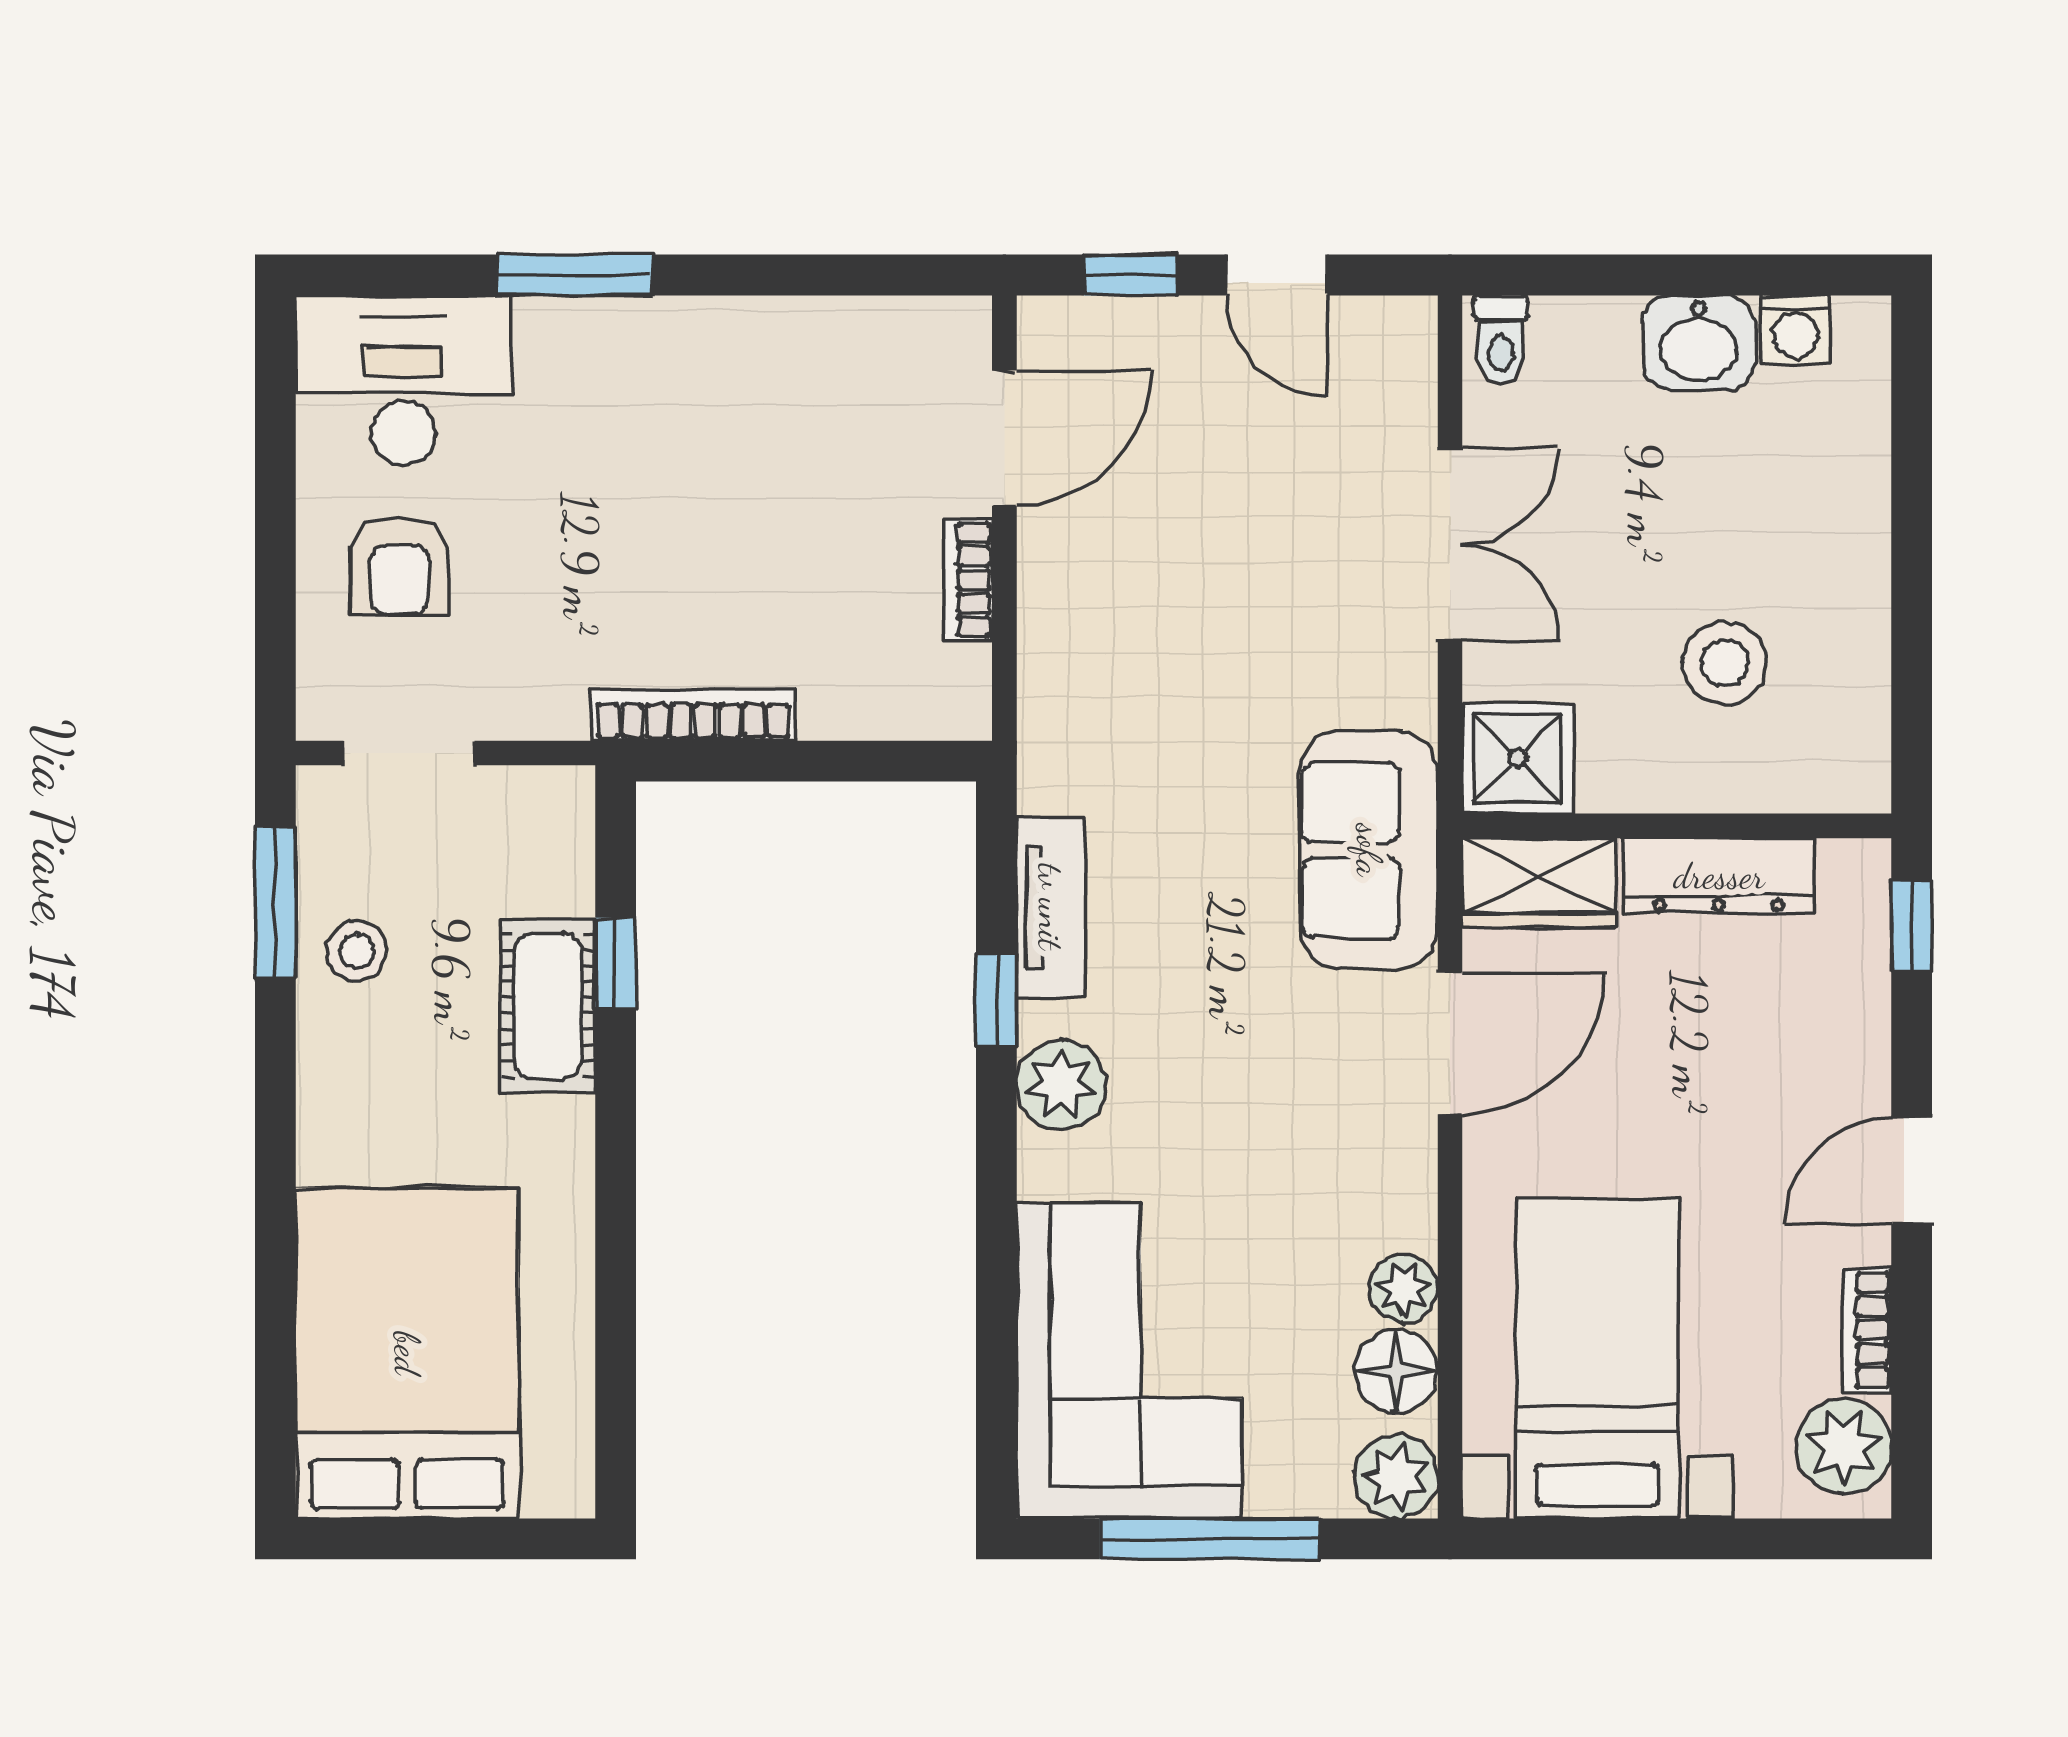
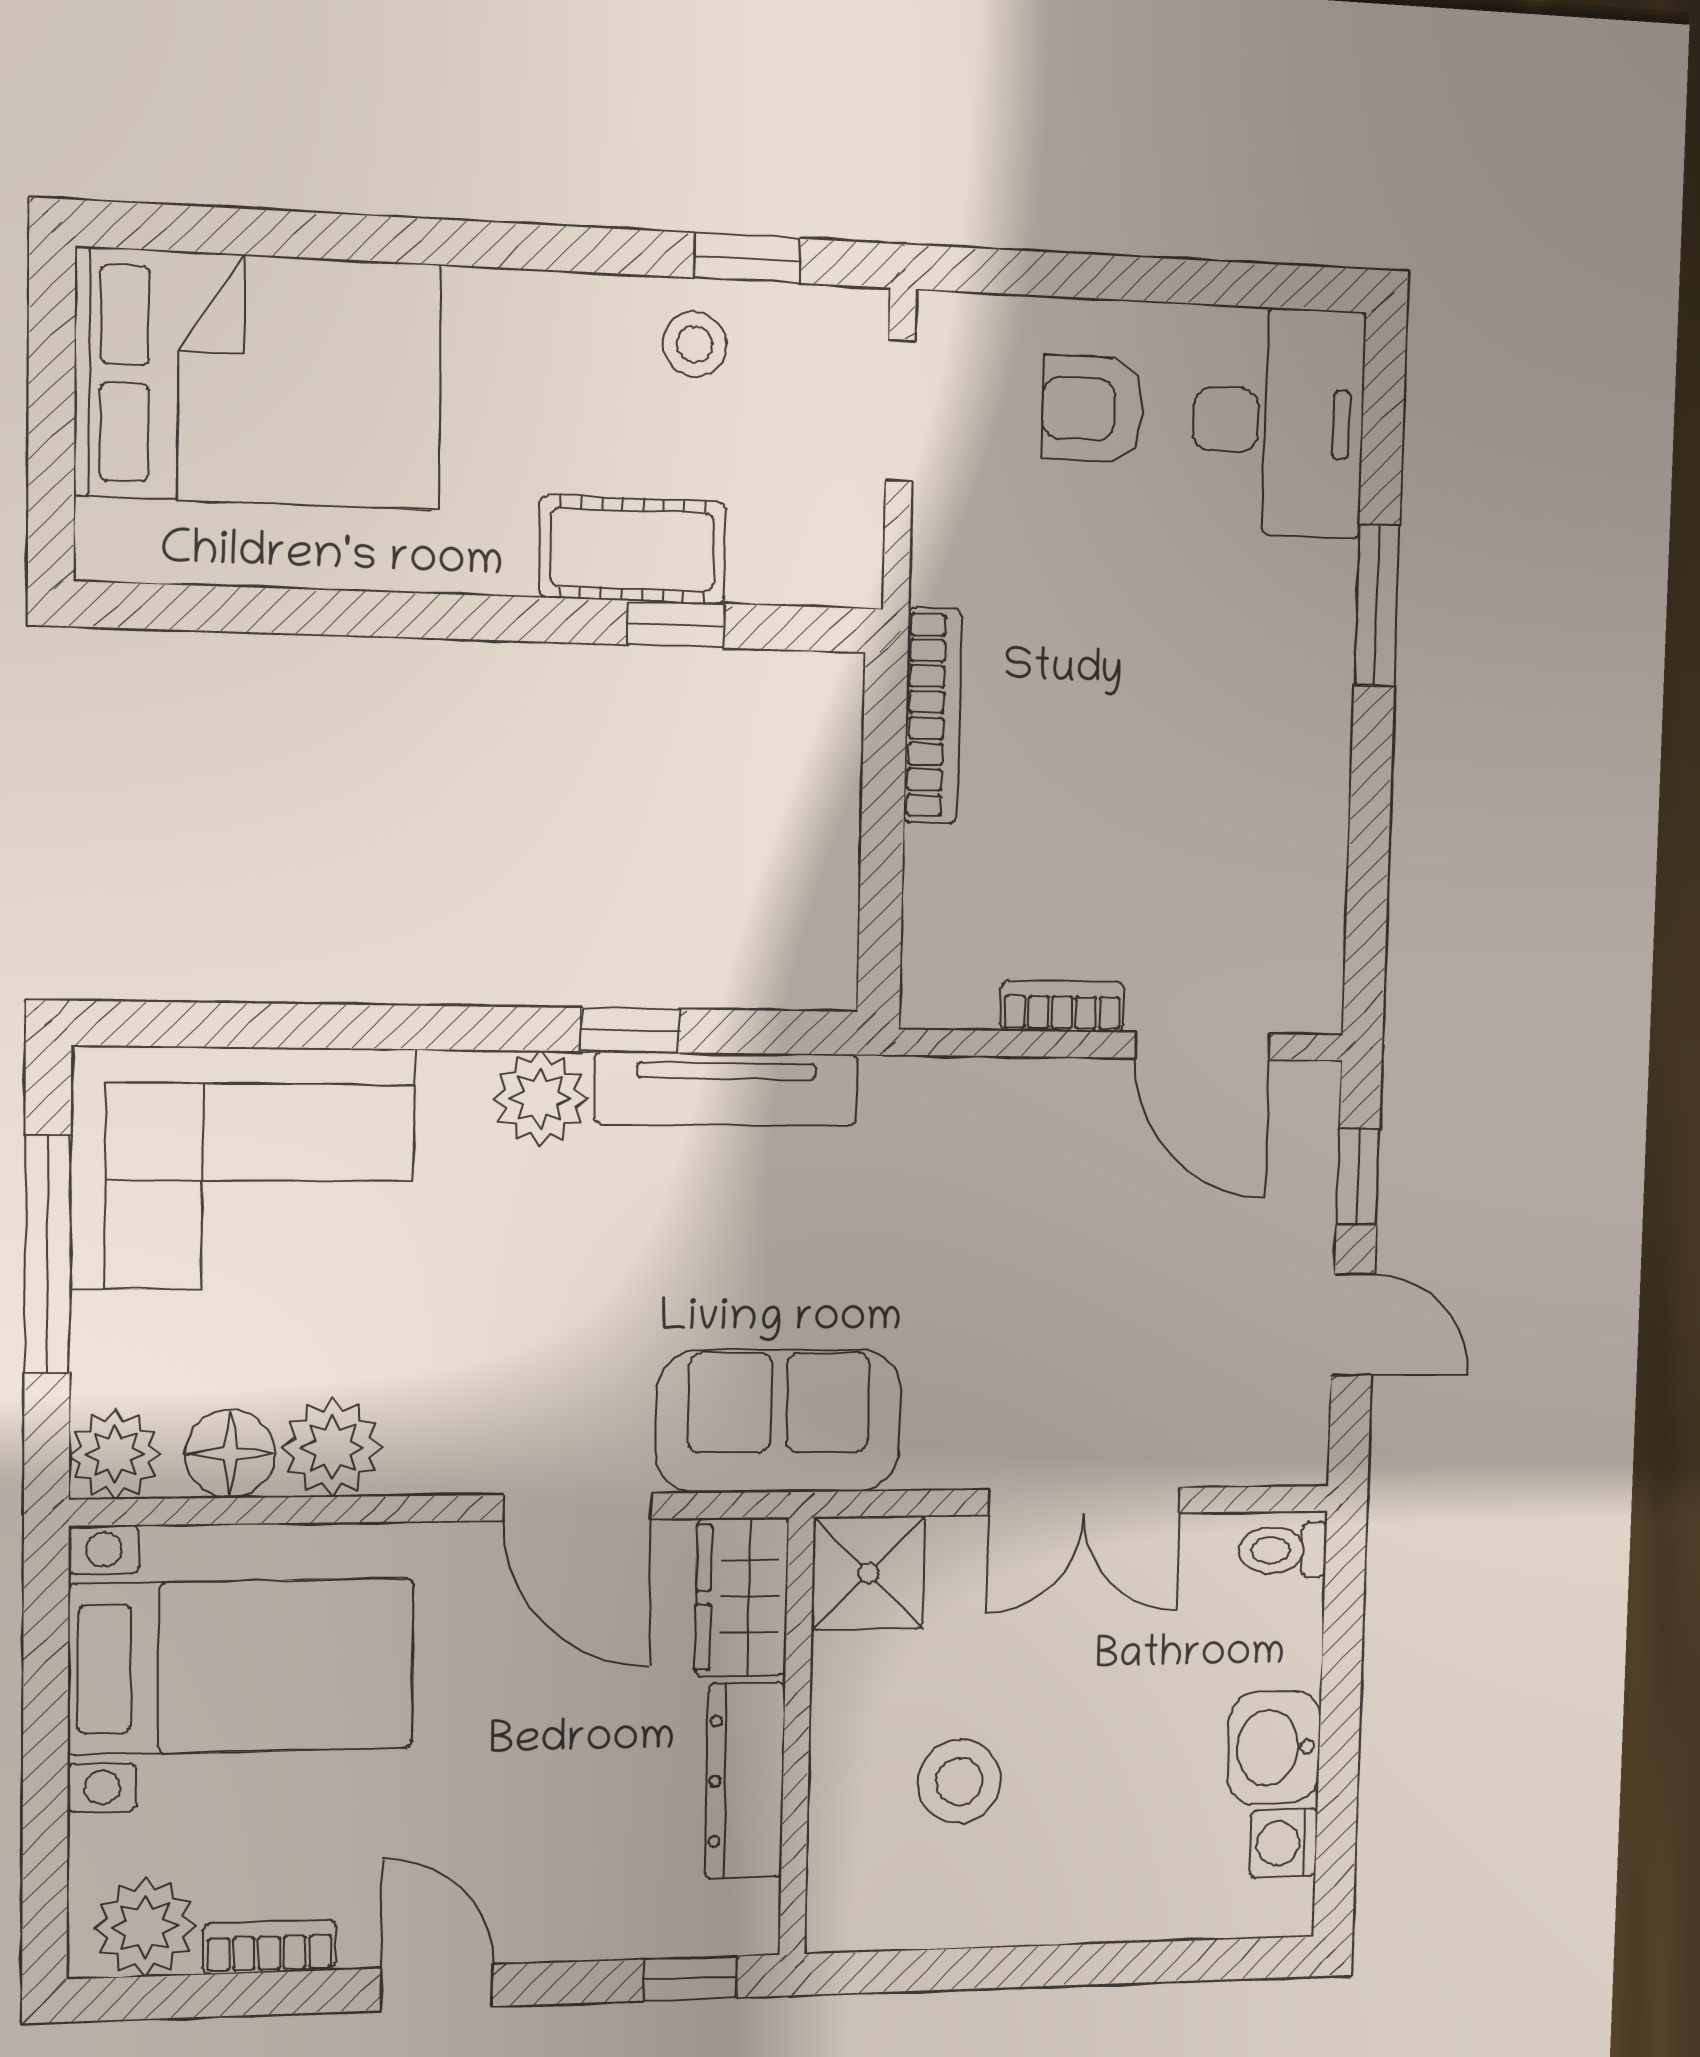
door: (1277, 275) -> (1353, 1325), swing flipped
window: (275, 903) -> (747, 258), width x0.67
tv unit: (1051, 907) -> (726, 1089), width x1.41
plant: (1404, 1289) -> (332, 1447), width x1.38, depth x1.38

